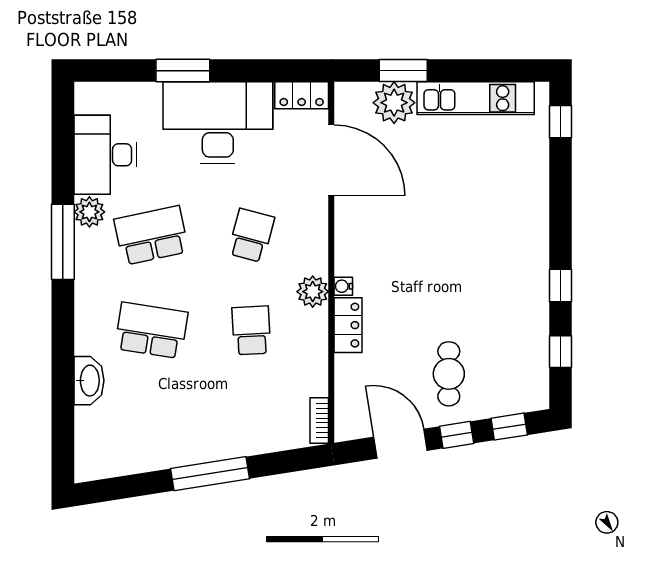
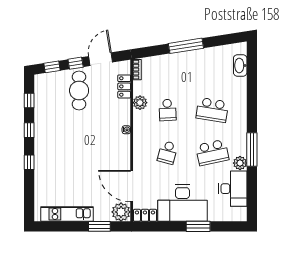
plant: (394, 103) -> (121, 212), moved
window: (560, 122) -> (29, 162), moved
plant: (313, 292) -> (140, 103), moved
locker: (348, 325) -> (124, 86), moved
cafe table: (449, 374) -> (79, 90), width x1.37, depth x1.35
washbasin: (89, 381) -> (240, 65), moved
door: (401, 444) -> (101, 59), swing flipped

